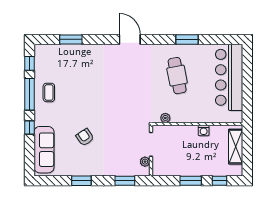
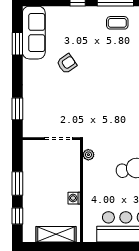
sofa: (44, 150) -> (34, 33), moved, turned -90
plant: (145, 162) -> (39, 132), removed
window: (81, 181) -> (17, 44), moved

